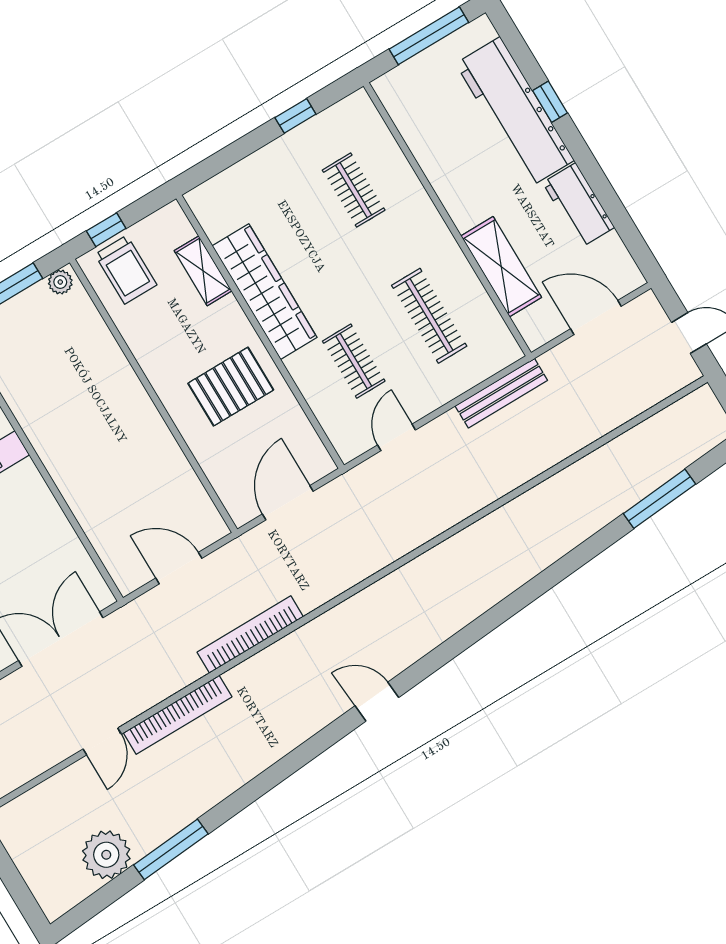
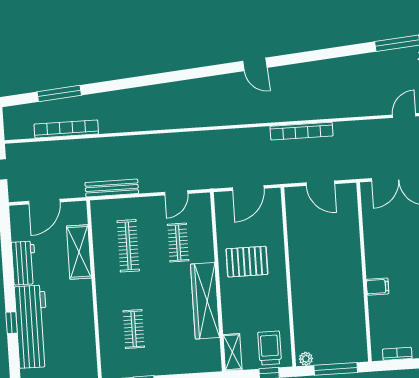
shelving: (203, 271) -> (232, 352), moved
door: (596, 318) -> (44, 202), hinge flipped
bookcase: (178, 715) -> (66, 129), moved

